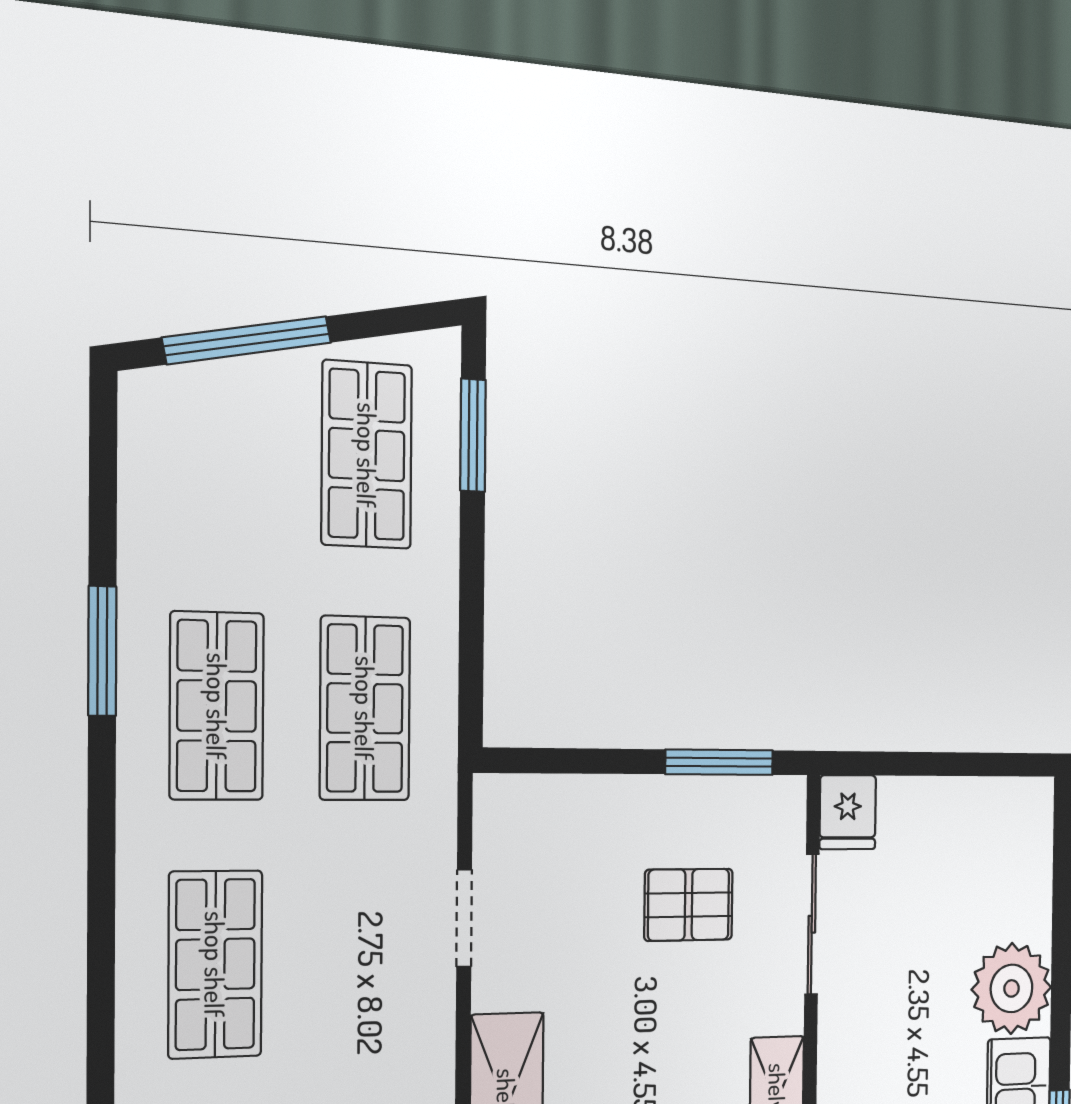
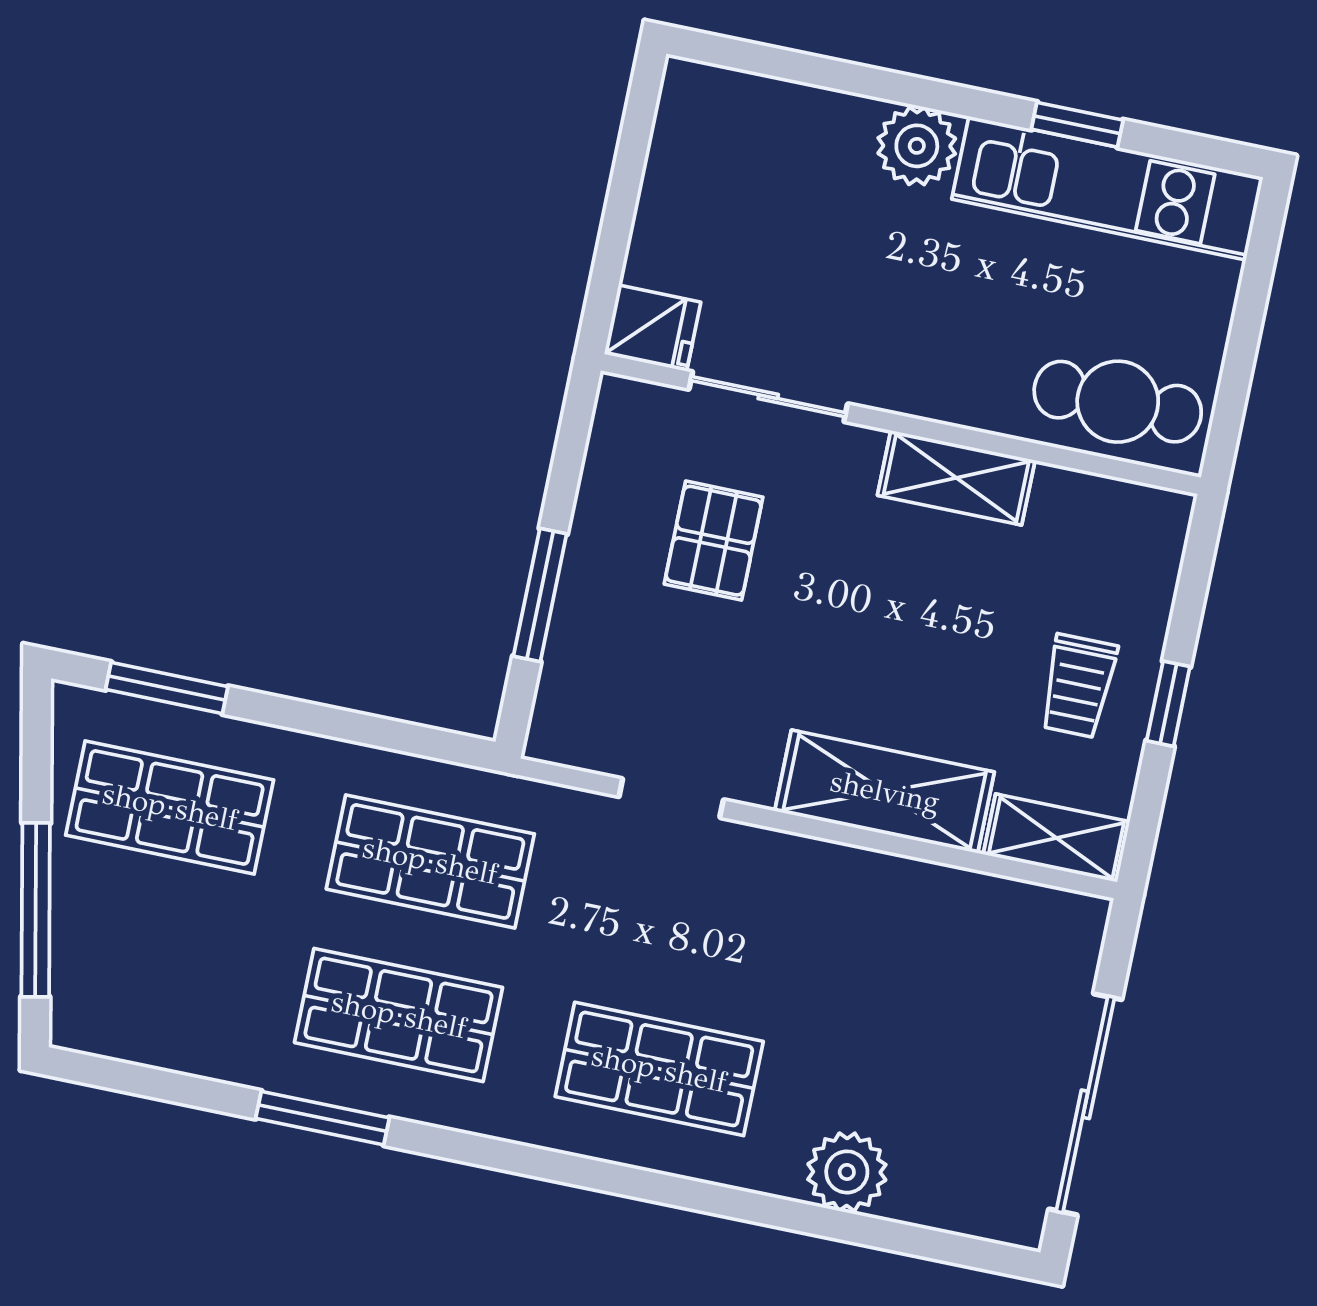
window: (719, 762) -> (540, 595), moved
plant: (1012, 988) -> (917, 146), width x0.73, depth x0.73

